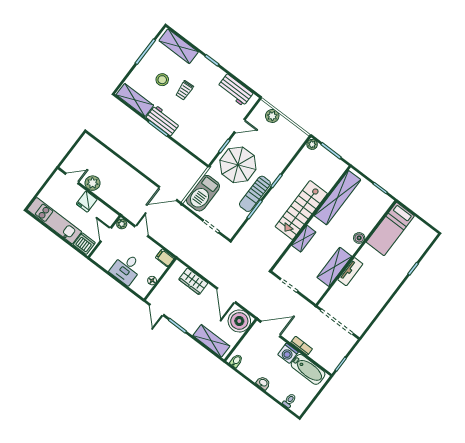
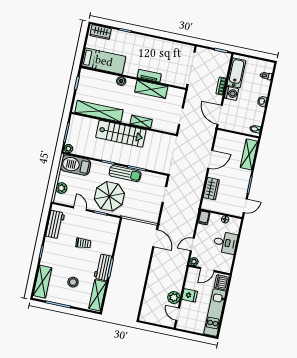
trolley: (184, 90) -> (83, 243), moved
barbecue: (203, 193) -> (75, 165), moved, turned 180
wardrobe: (424, 241) -> (101, 32), added
boiler: (239, 321) -> (225, 141), removed

